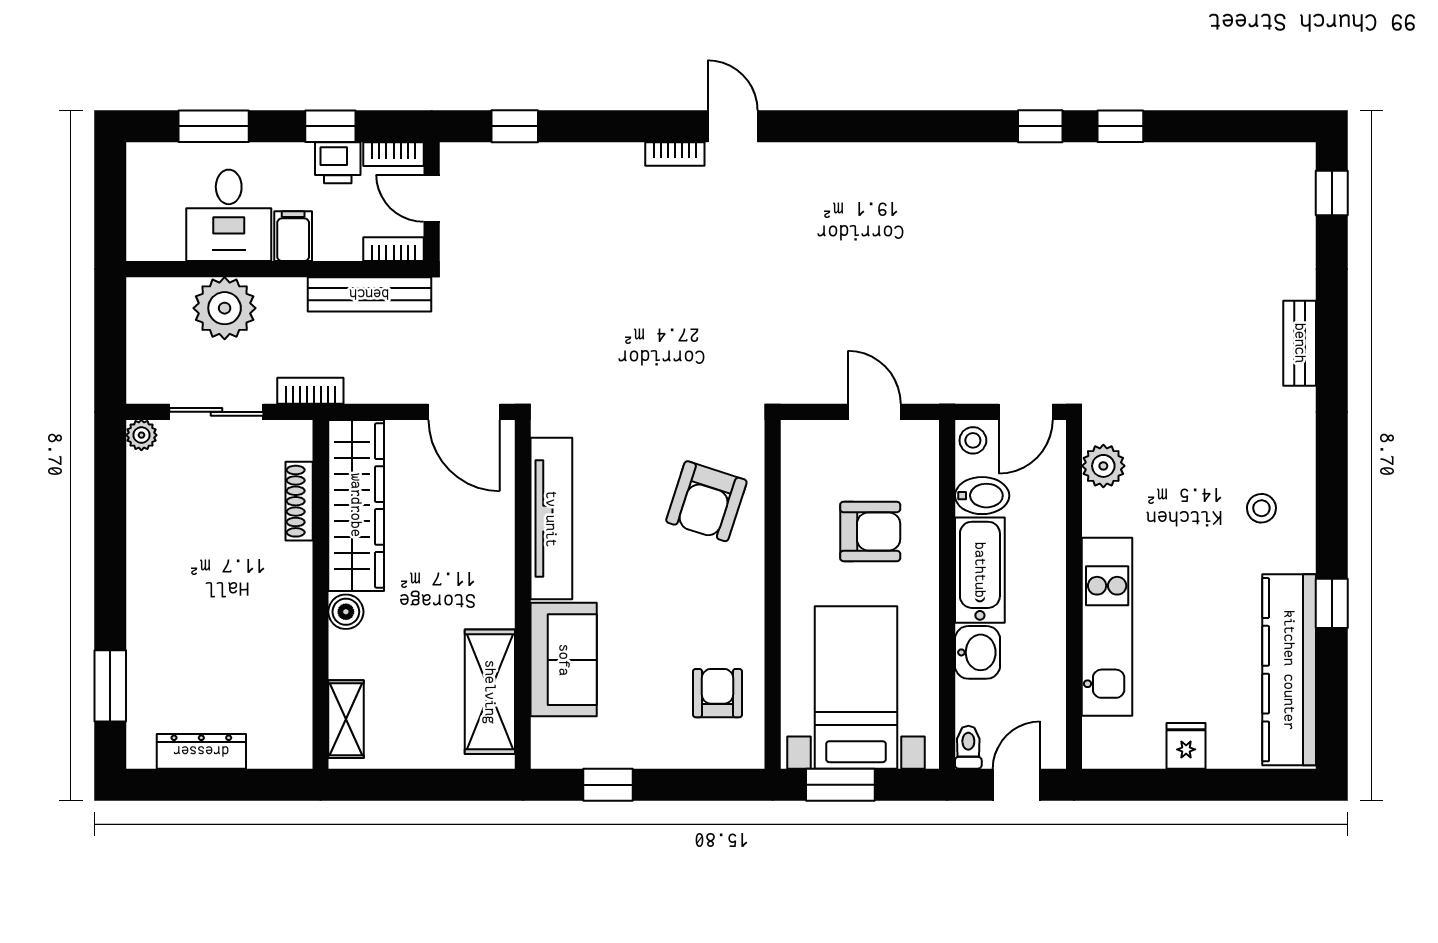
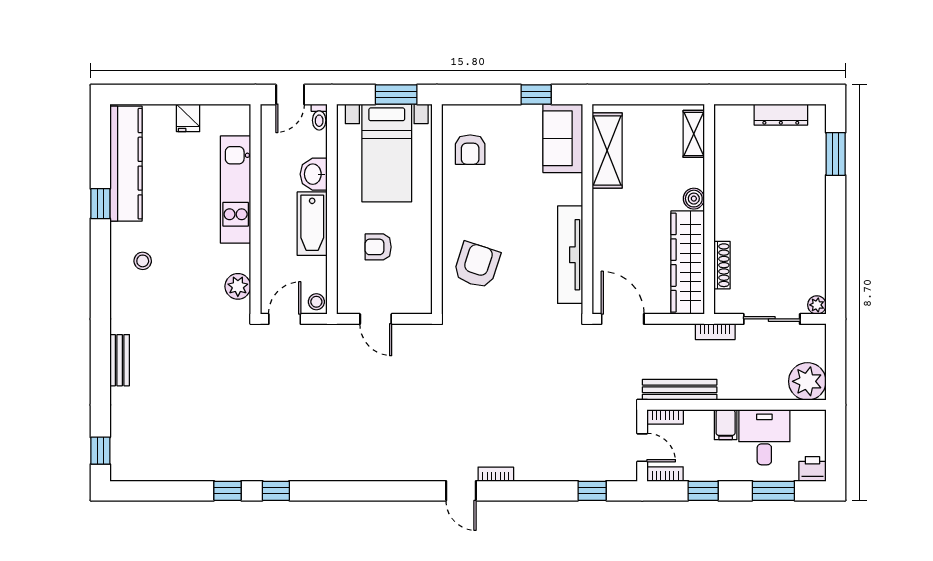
printer: (338, 163) -> (812, 469), moved
plant: (225, 308) -> (807, 381), moved
bidet: (982, 496) -> (311, 269), removed
armchair: (870, 531) -> (378, 247), width x0.72, depth x0.72
sofa: (564, 660) -> (563, 138), moved

